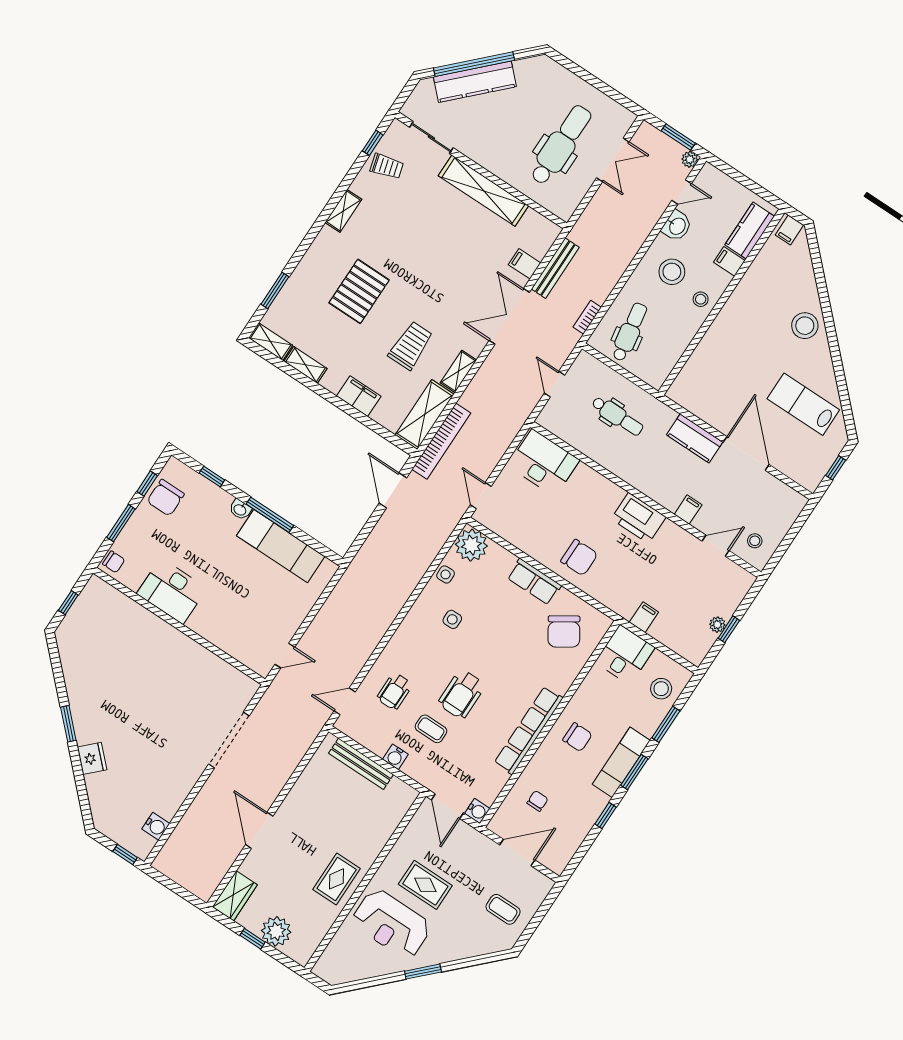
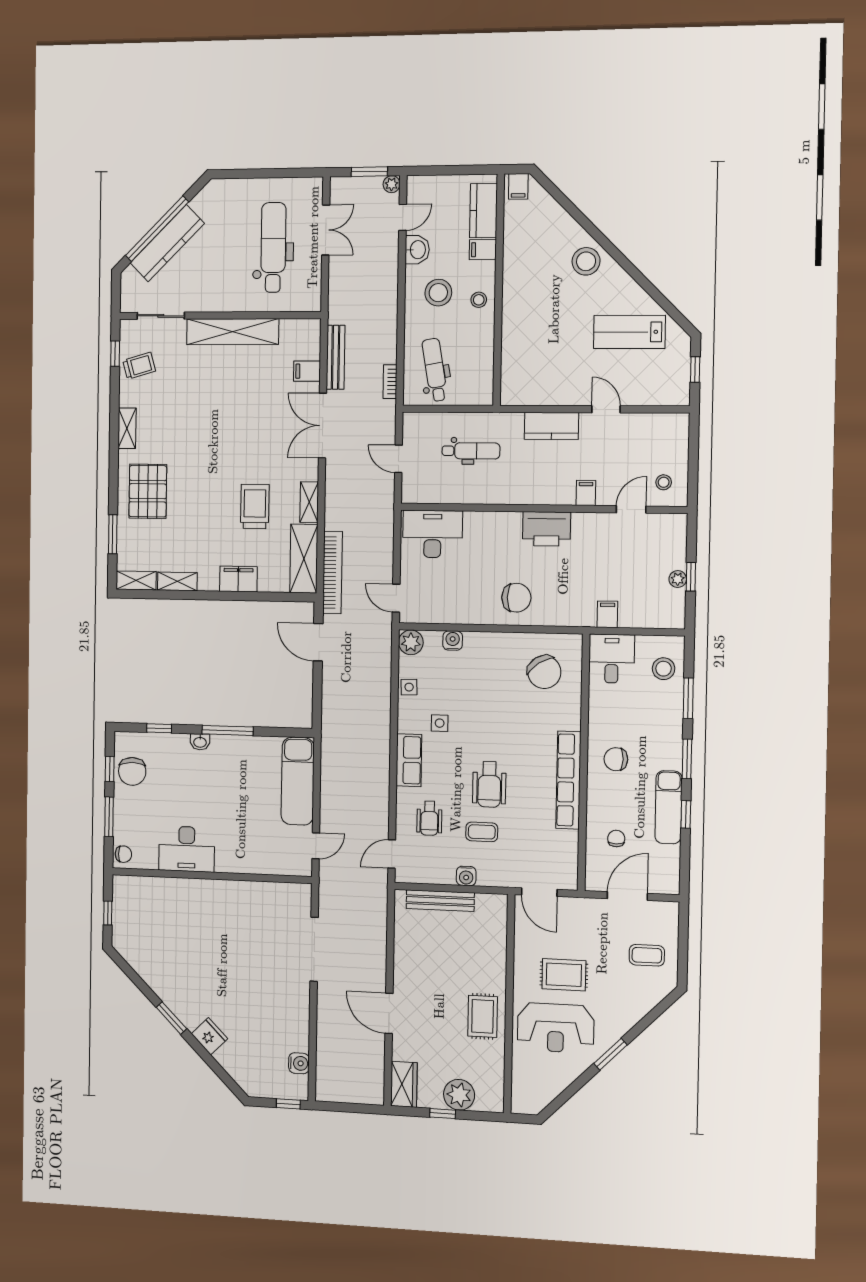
pallet: (359, 291) -> (148, 491), moved
door: (746, 453) -> (606, 409), width x0.53
plant: (471, 545) -> (411, 642), width x0.73, depth x0.73
exam couch: (281, 546) -> (298, 781), moved, turned 90
row of seats: (534, 582) -> (409, 760), moved, turned -90
chair: (577, 737) -> (616, 759), turned 180
exam couch: (621, 762) -> (669, 807), moved
water cooler: (477, 811) -> (453, 641), moved, turned -90

